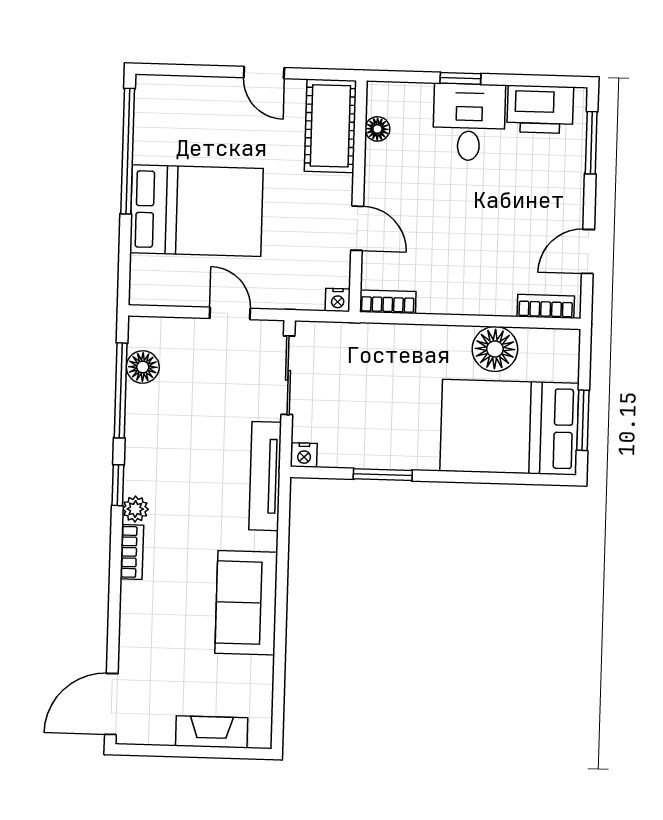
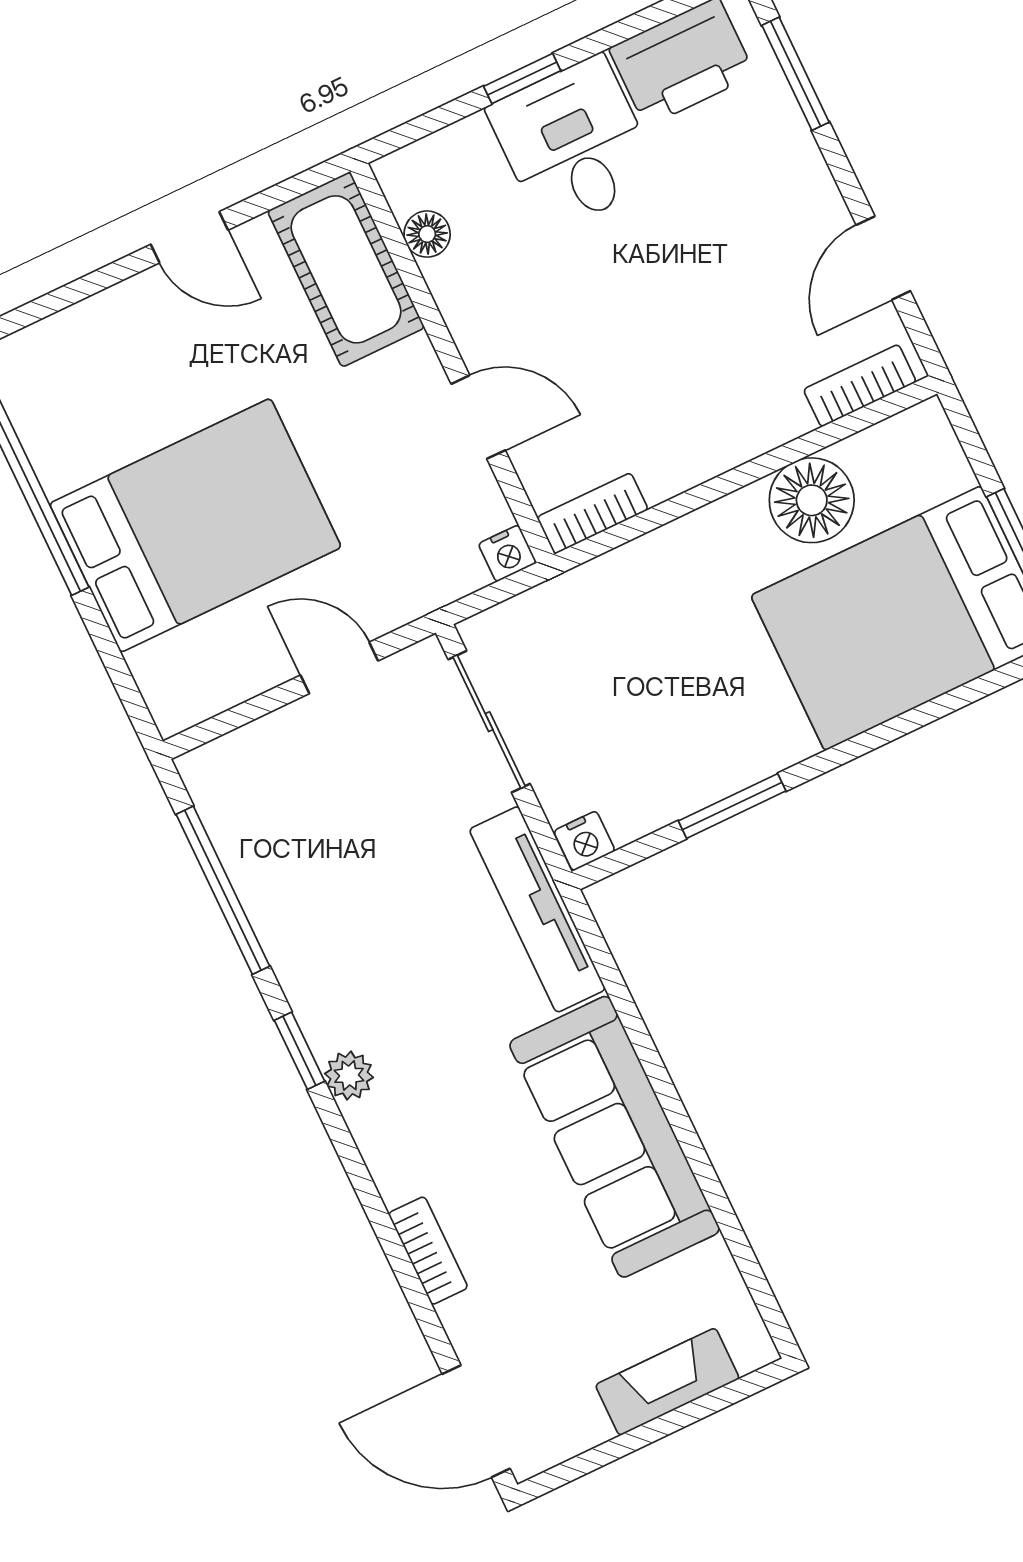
floor lamp: (143, 367) -> (240, 832), removed
bookcase: (132, 552) -> (428, 1251), moved
sofa: (246, 603) -> (615, 1137), width x1.36
door: (111, 704) -> (476, 1421), hinge flipped

